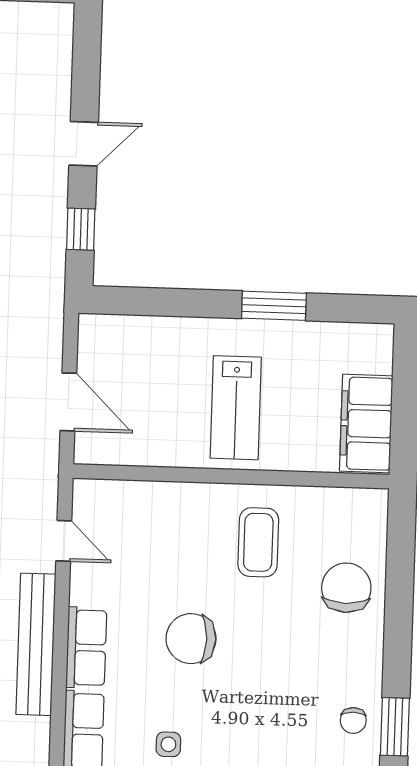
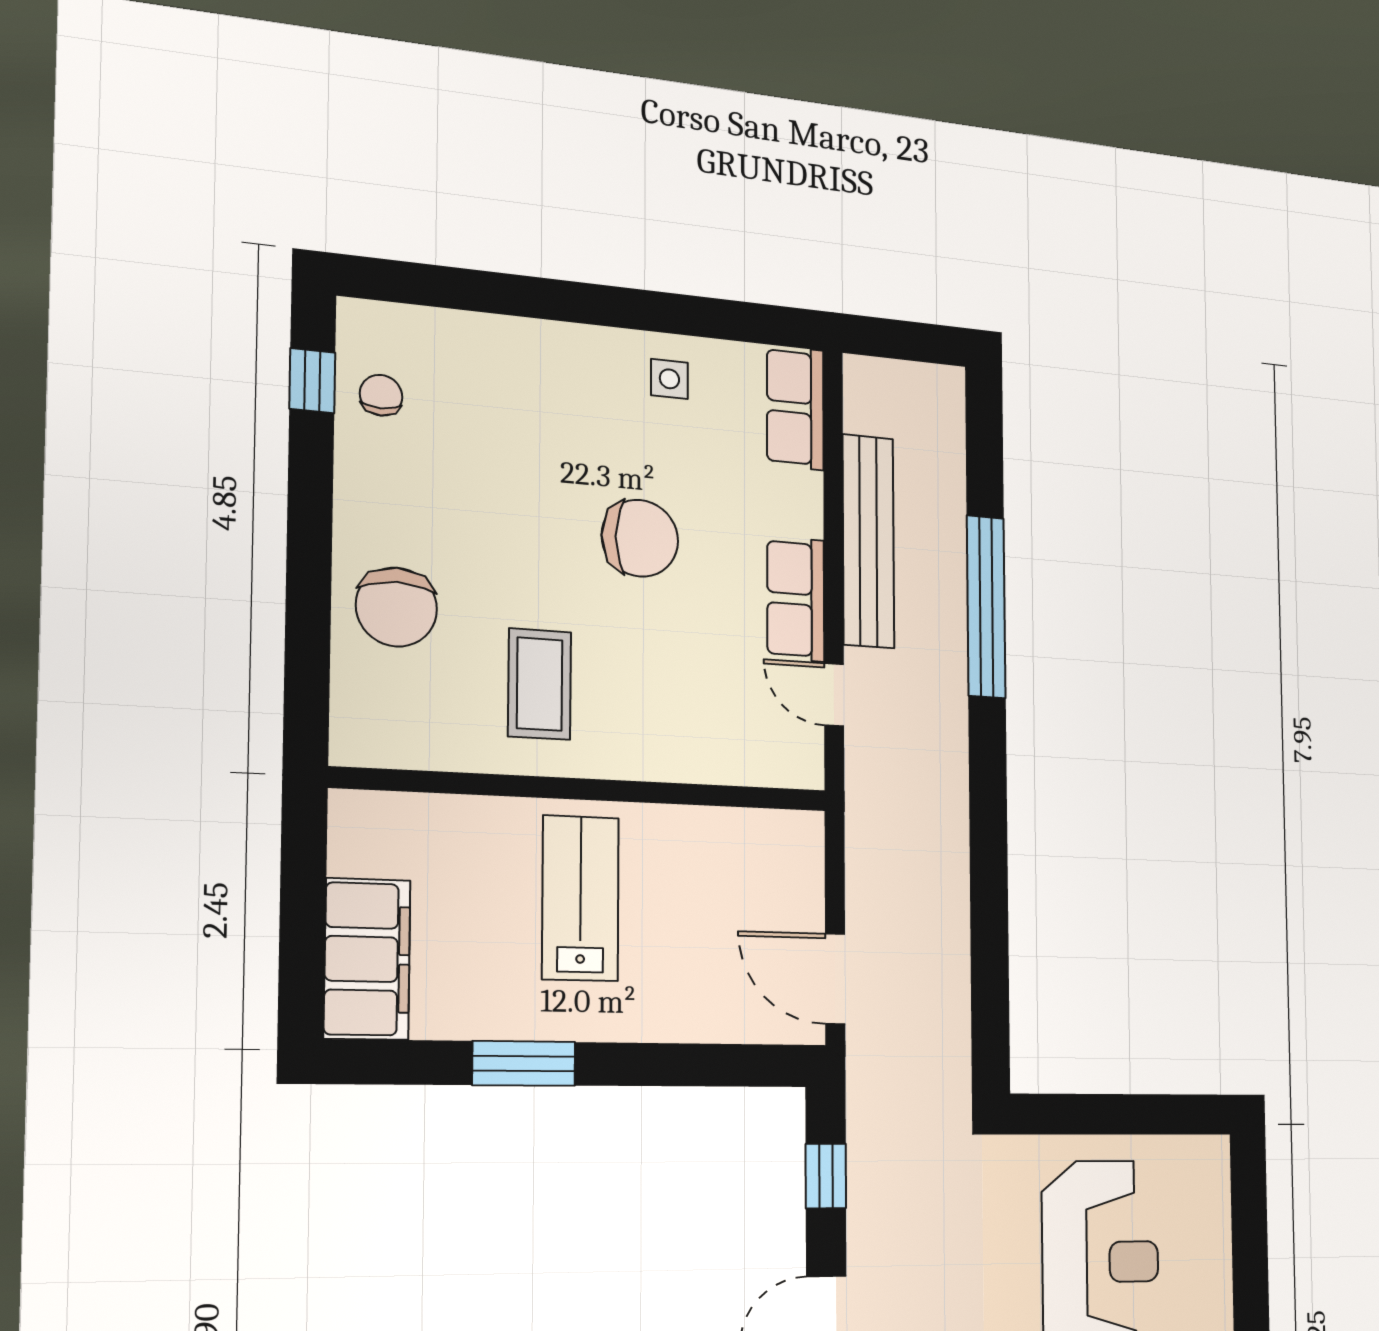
door: (68, 402) -> (835, 979), moved
filing cabinet: (366, 424) -> (367, 959), moved
row of seats: (86, 648) -> (796, 599), moved
window: (395, 727) -> (312, 381), width x0.67

